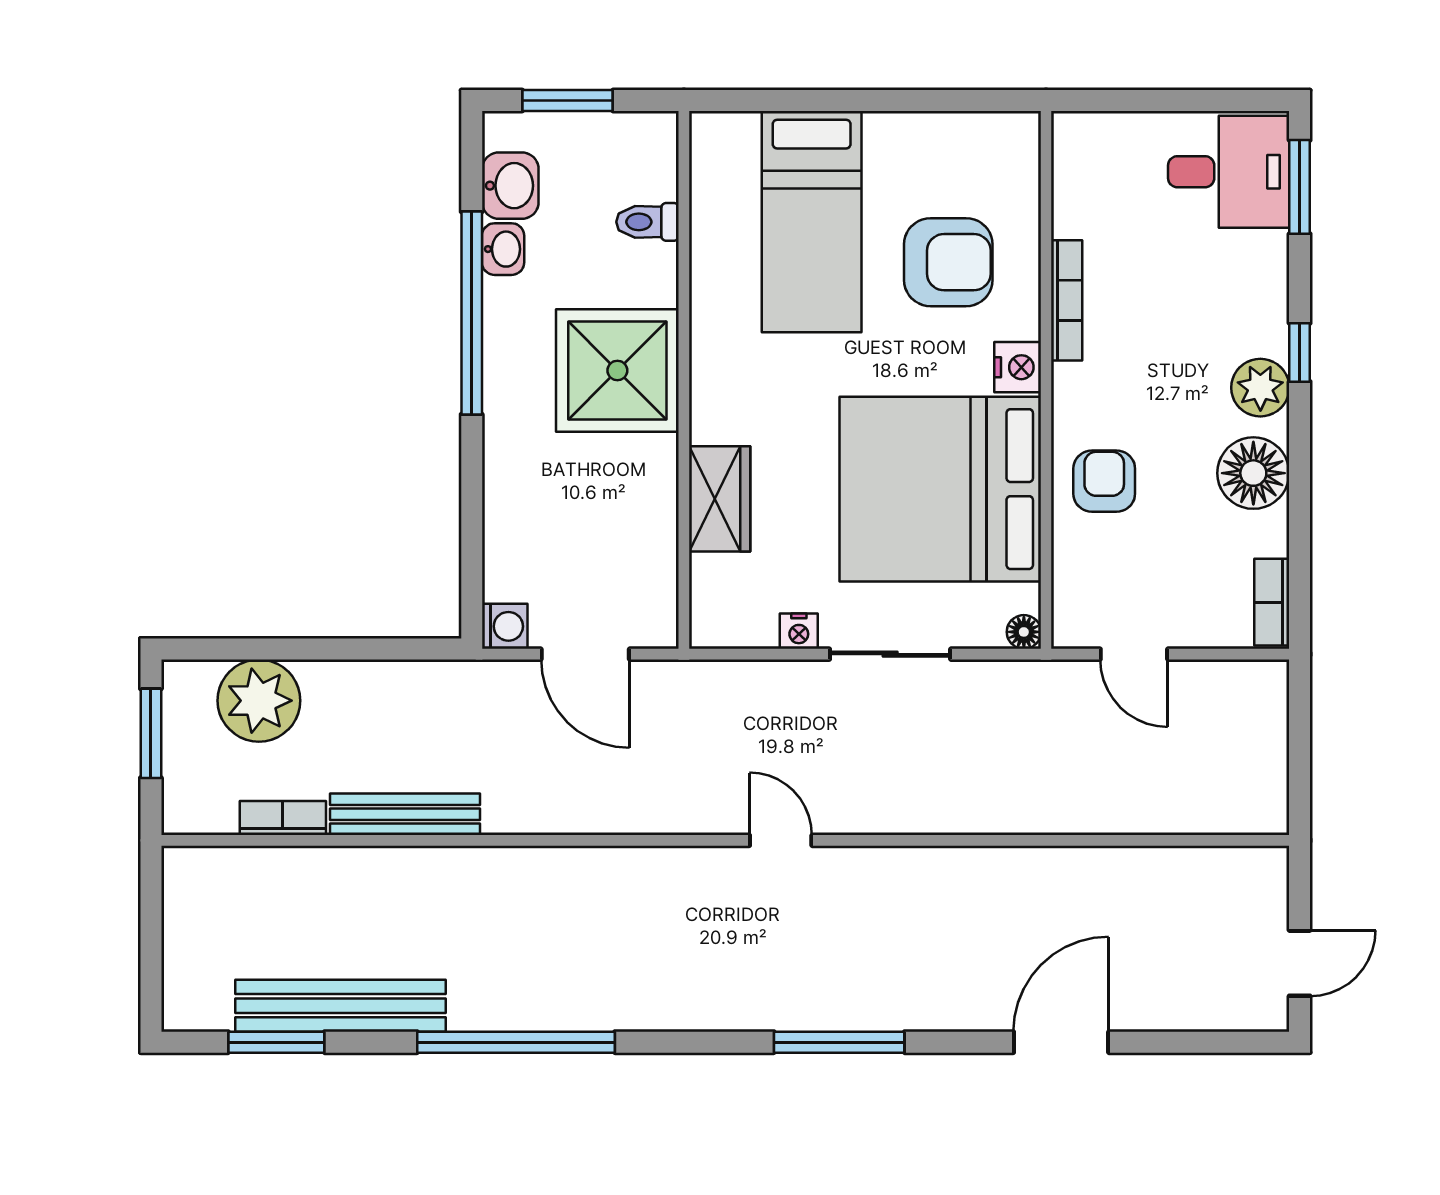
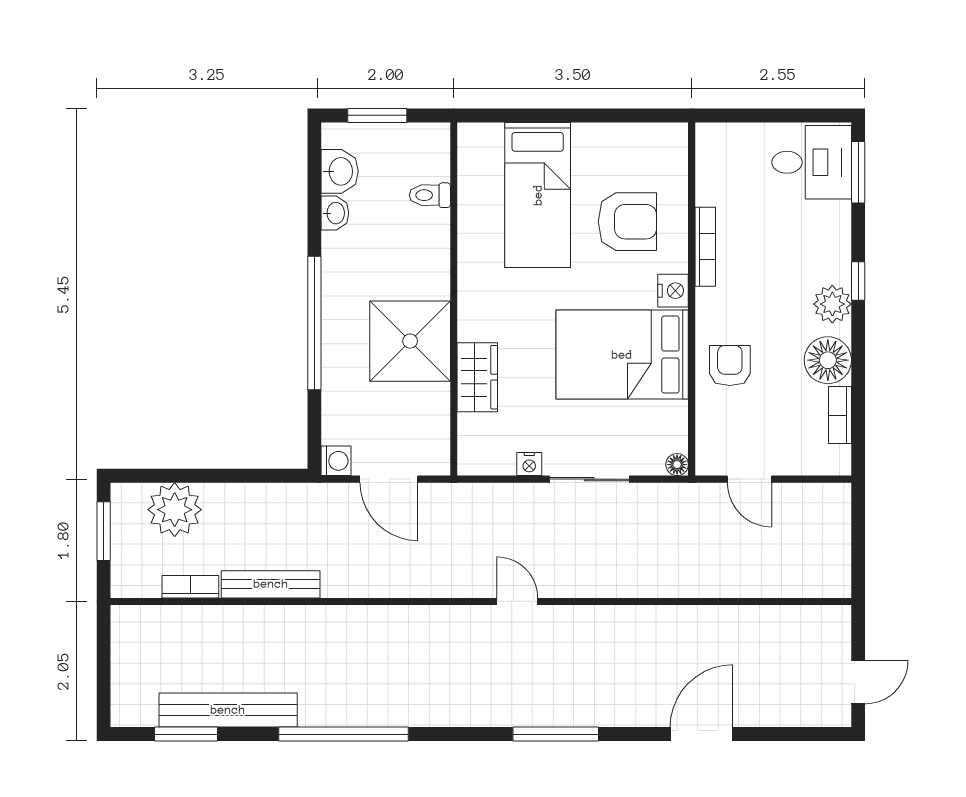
window: (472, 313) -> (314, 323), moved
shower: (617, 370) -> (410, 341), moved
bed: (940, 489) -> (622, 355), width x0.73
bookcase: (1272, 602) -> (840, 415), moved

